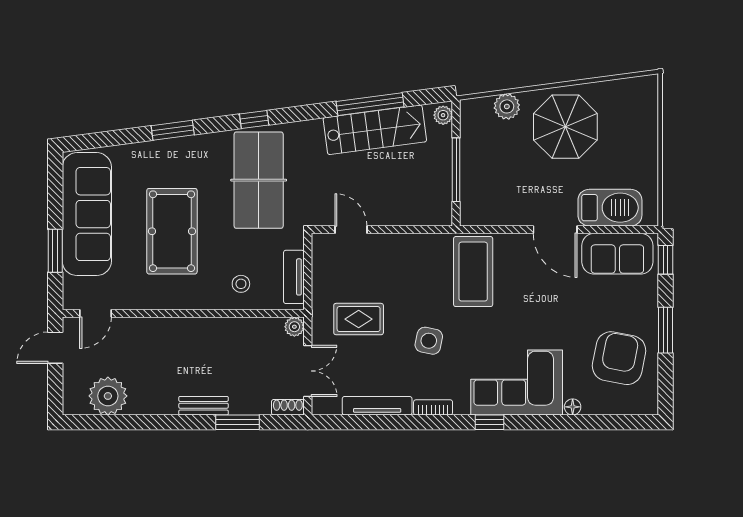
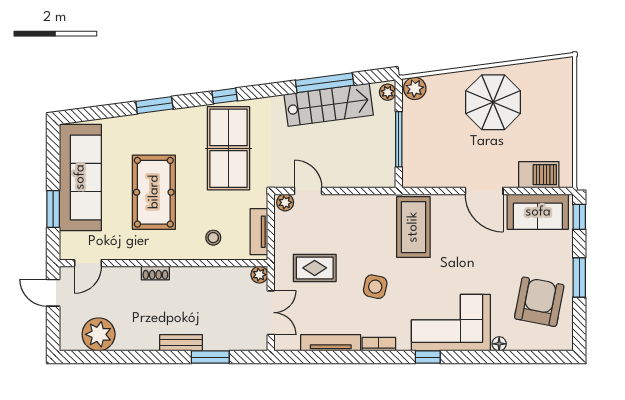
plant: (507, 106) -> (415, 88), moved
barbecue: (610, 208) -> (539, 175), width x0.73, depth x0.83
plant: (324, 243) -> (285, 202), added
door: (55, 348) -> (53, 293), hinge flipped
shoe rack: (288, 407) -> (155, 273), moved, turned 180

